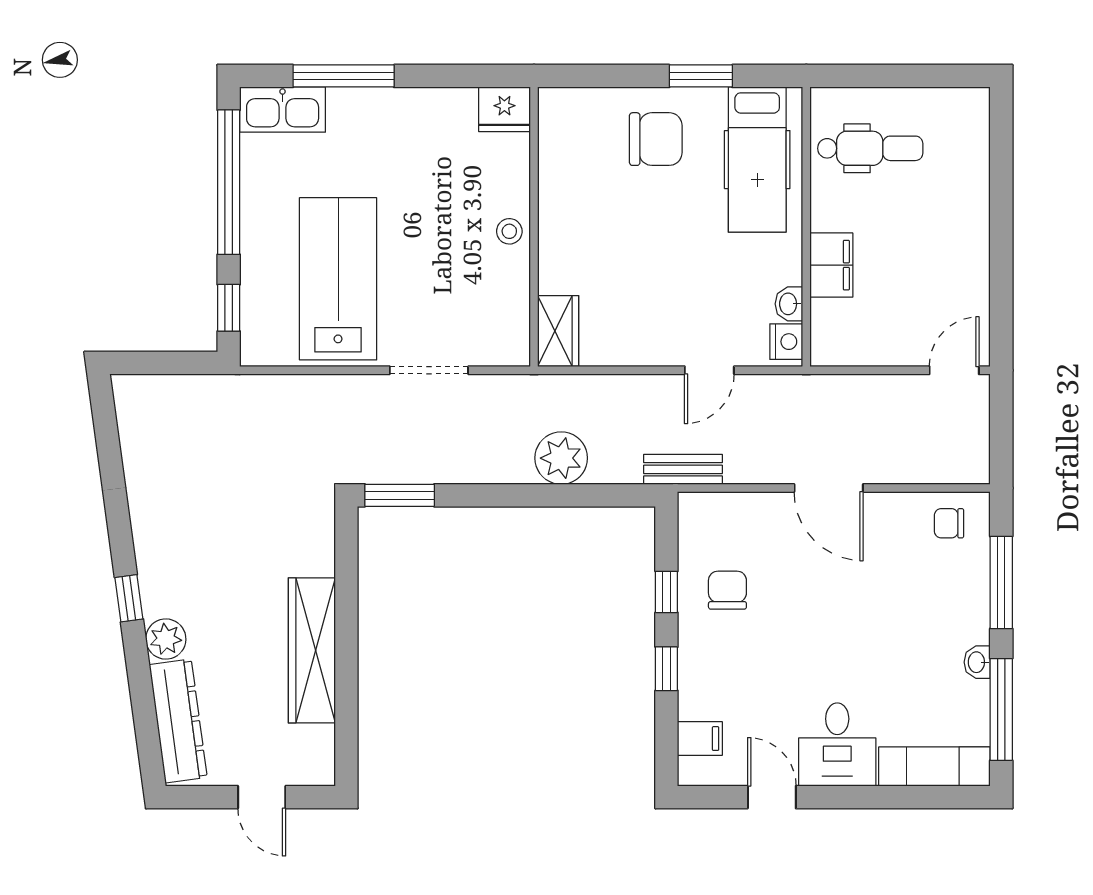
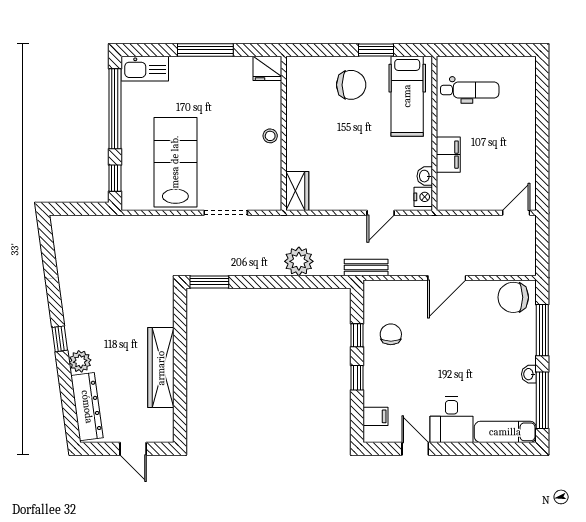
window: (344, 76) -> (205, 50), moved
door: (829, 488) -> (447, 278), hinge flipped
chair: (949, 523) -> (513, 297), width x1.87, depth x1.87

